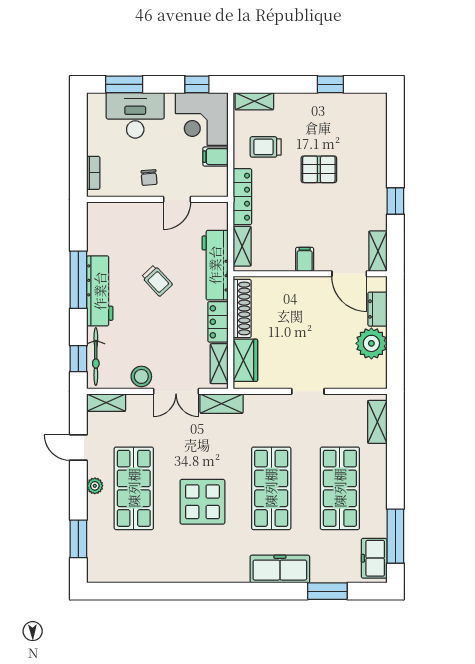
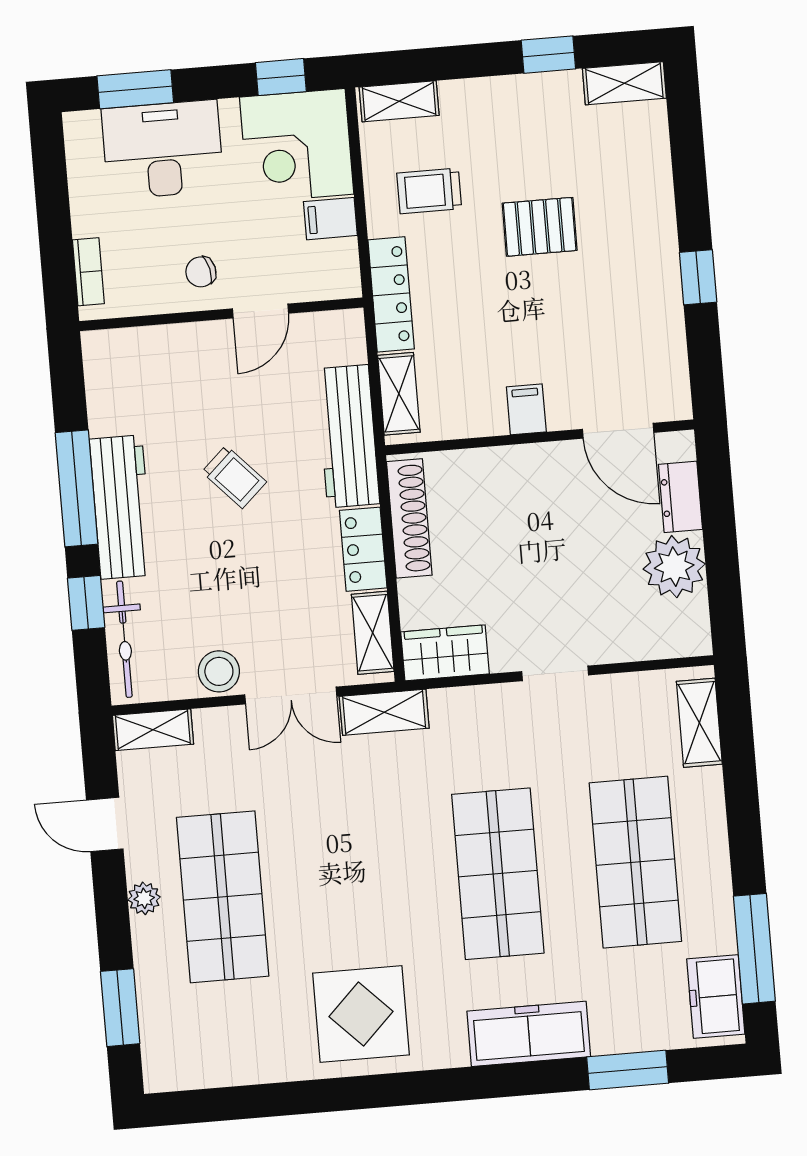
chair: (149, 178) -> (201, 272), turned 82
shelving: (378, 251) -> (624, 83), moved, turned 90
window: (78, 359) -> (86, 603), moved
wardrobe: (245, 360) -> (445, 653), moved, turned -90
display table: (202, 502) -> (361, 1014), moved

